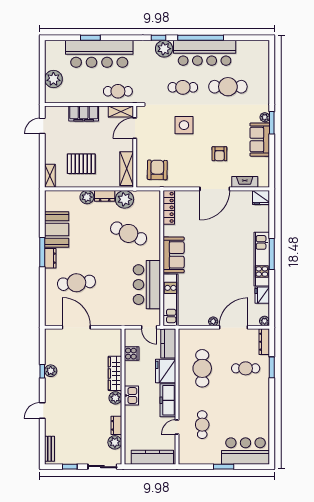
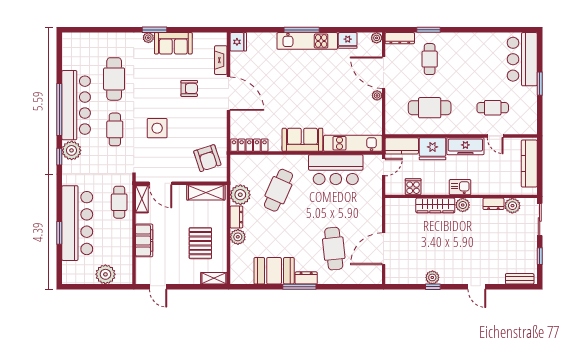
armchair: (157, 170) -> (207, 158), turned -109

